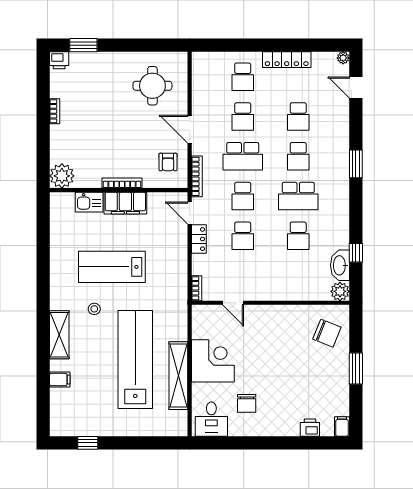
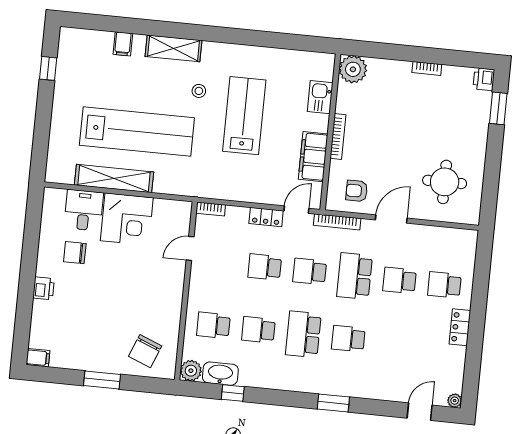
locker: (287, 60) -> (460, 327), width x0.66
school desk: (298, 117) -> (213, 325), moved
filing cabinet: (125, 203) -> (313, 157), moved
desk: (211, 419) -> (84, 210), moved, turned 90
printer: (310, 428) -> (44, 288), moved

